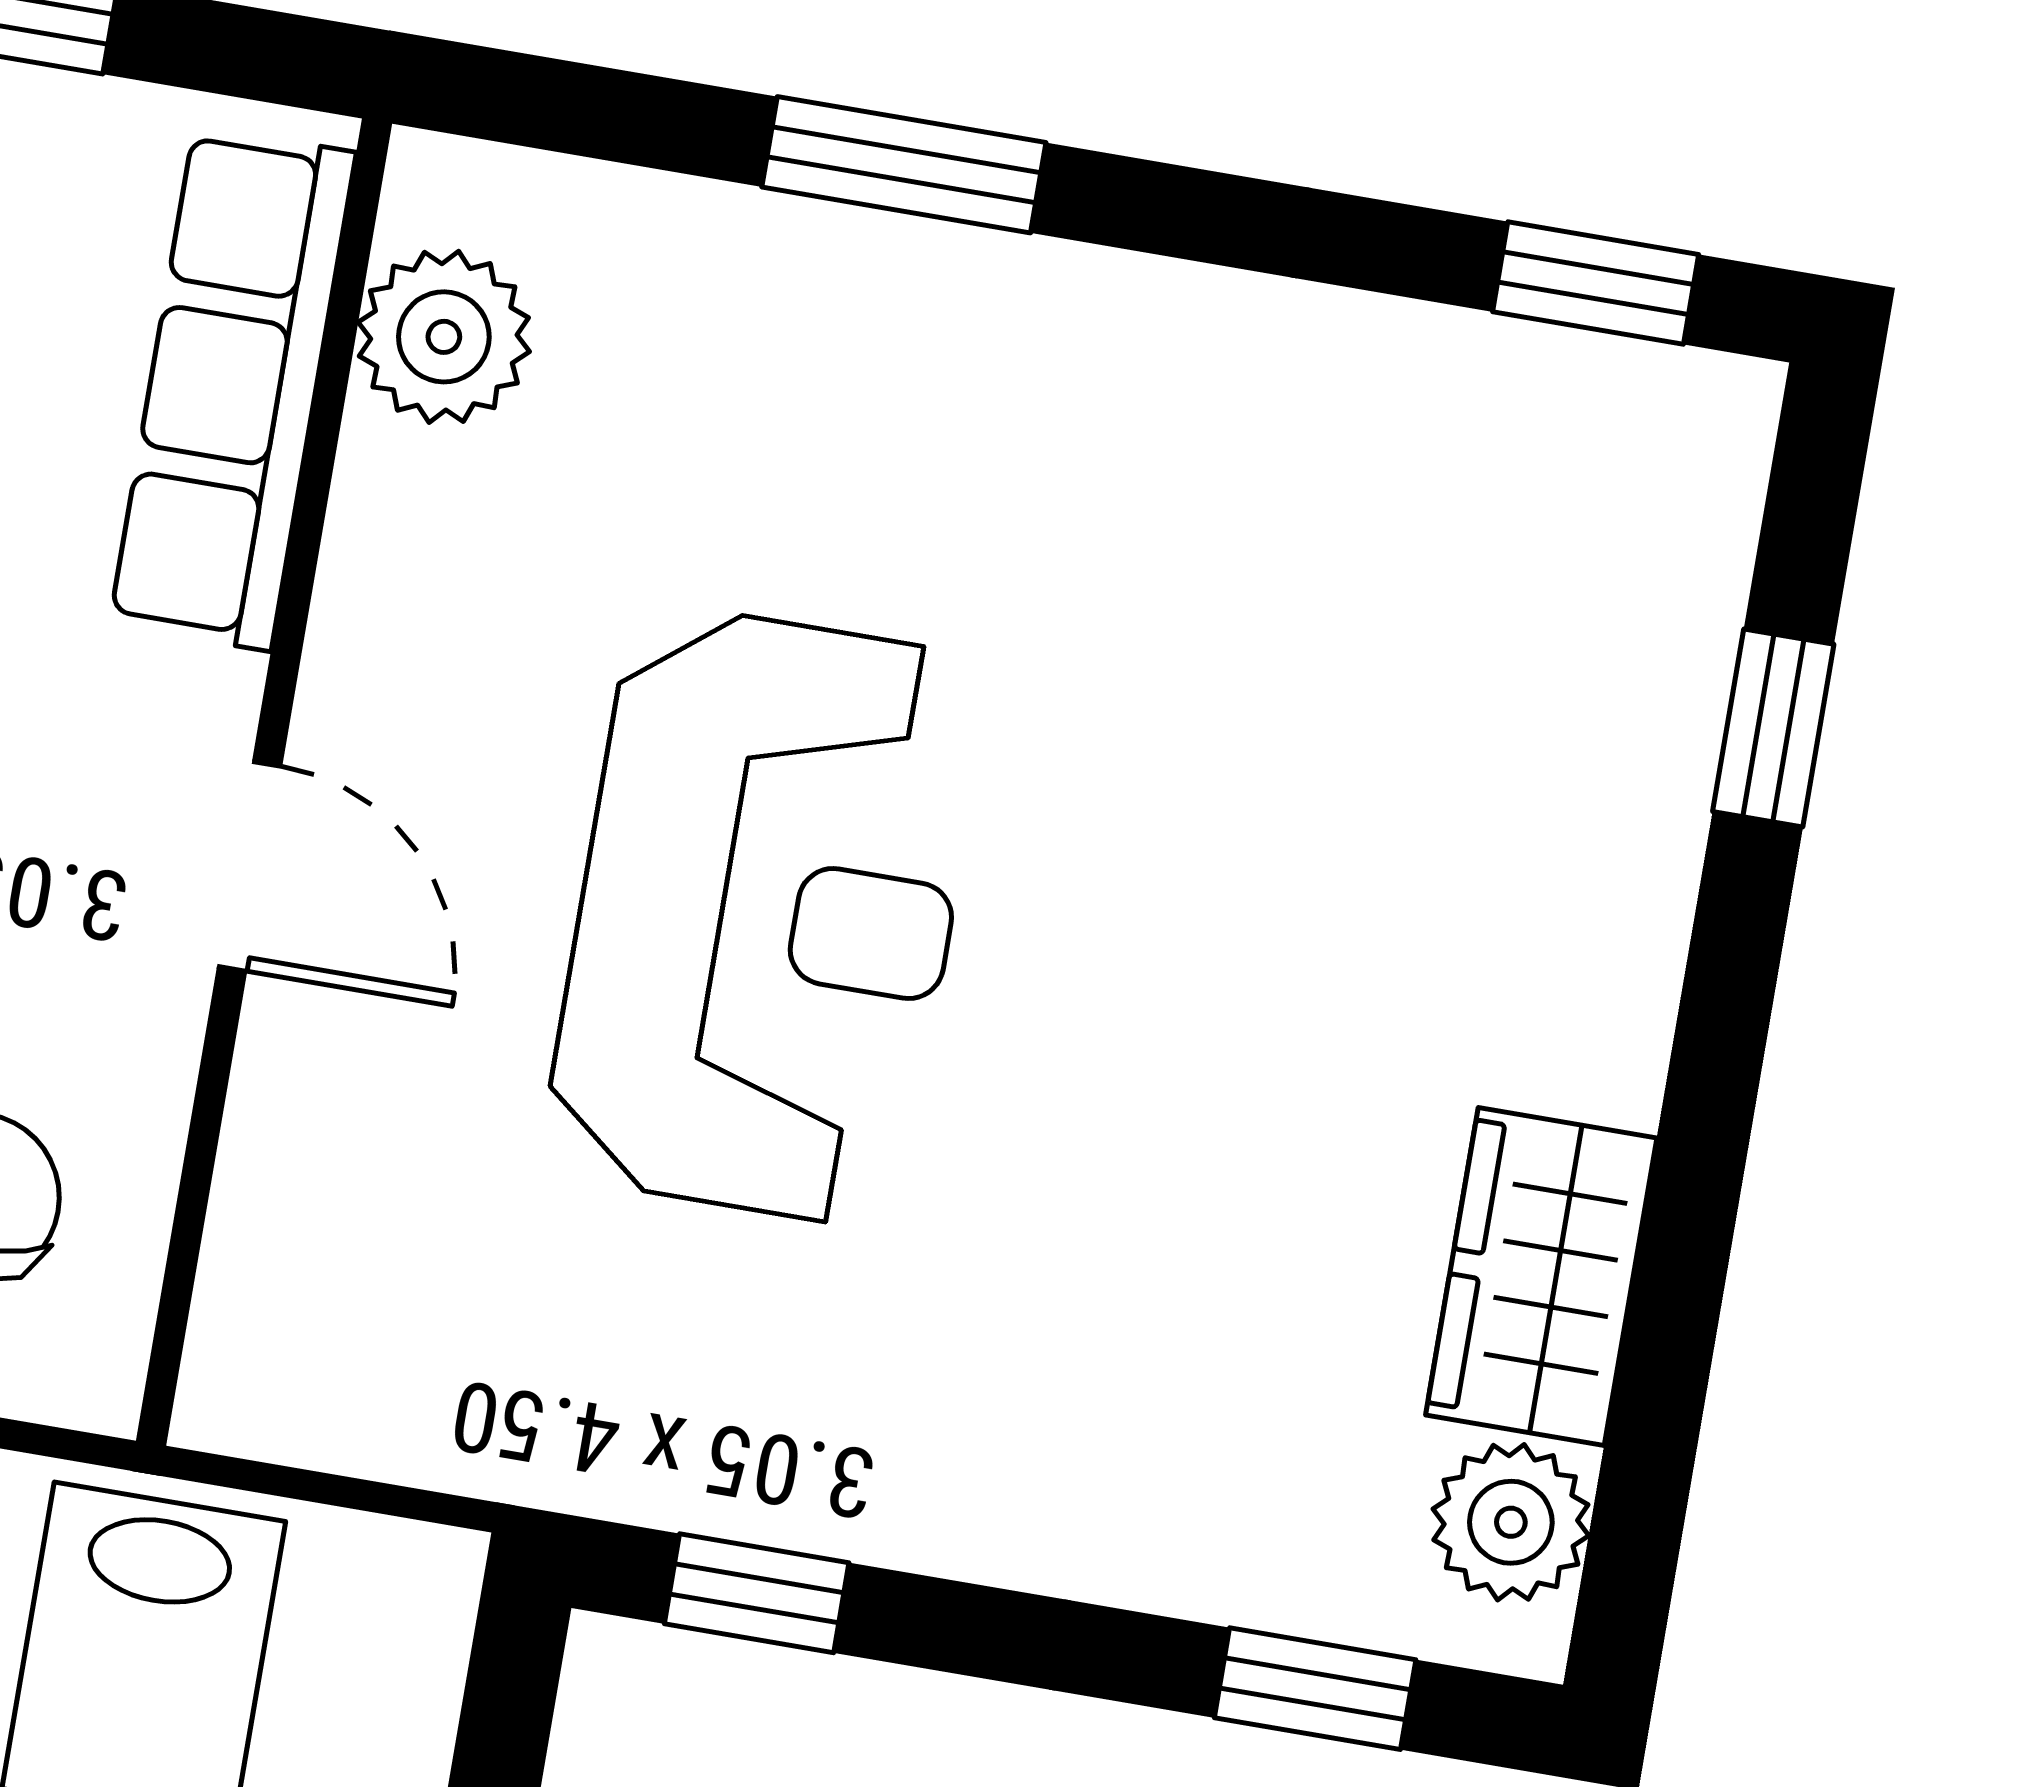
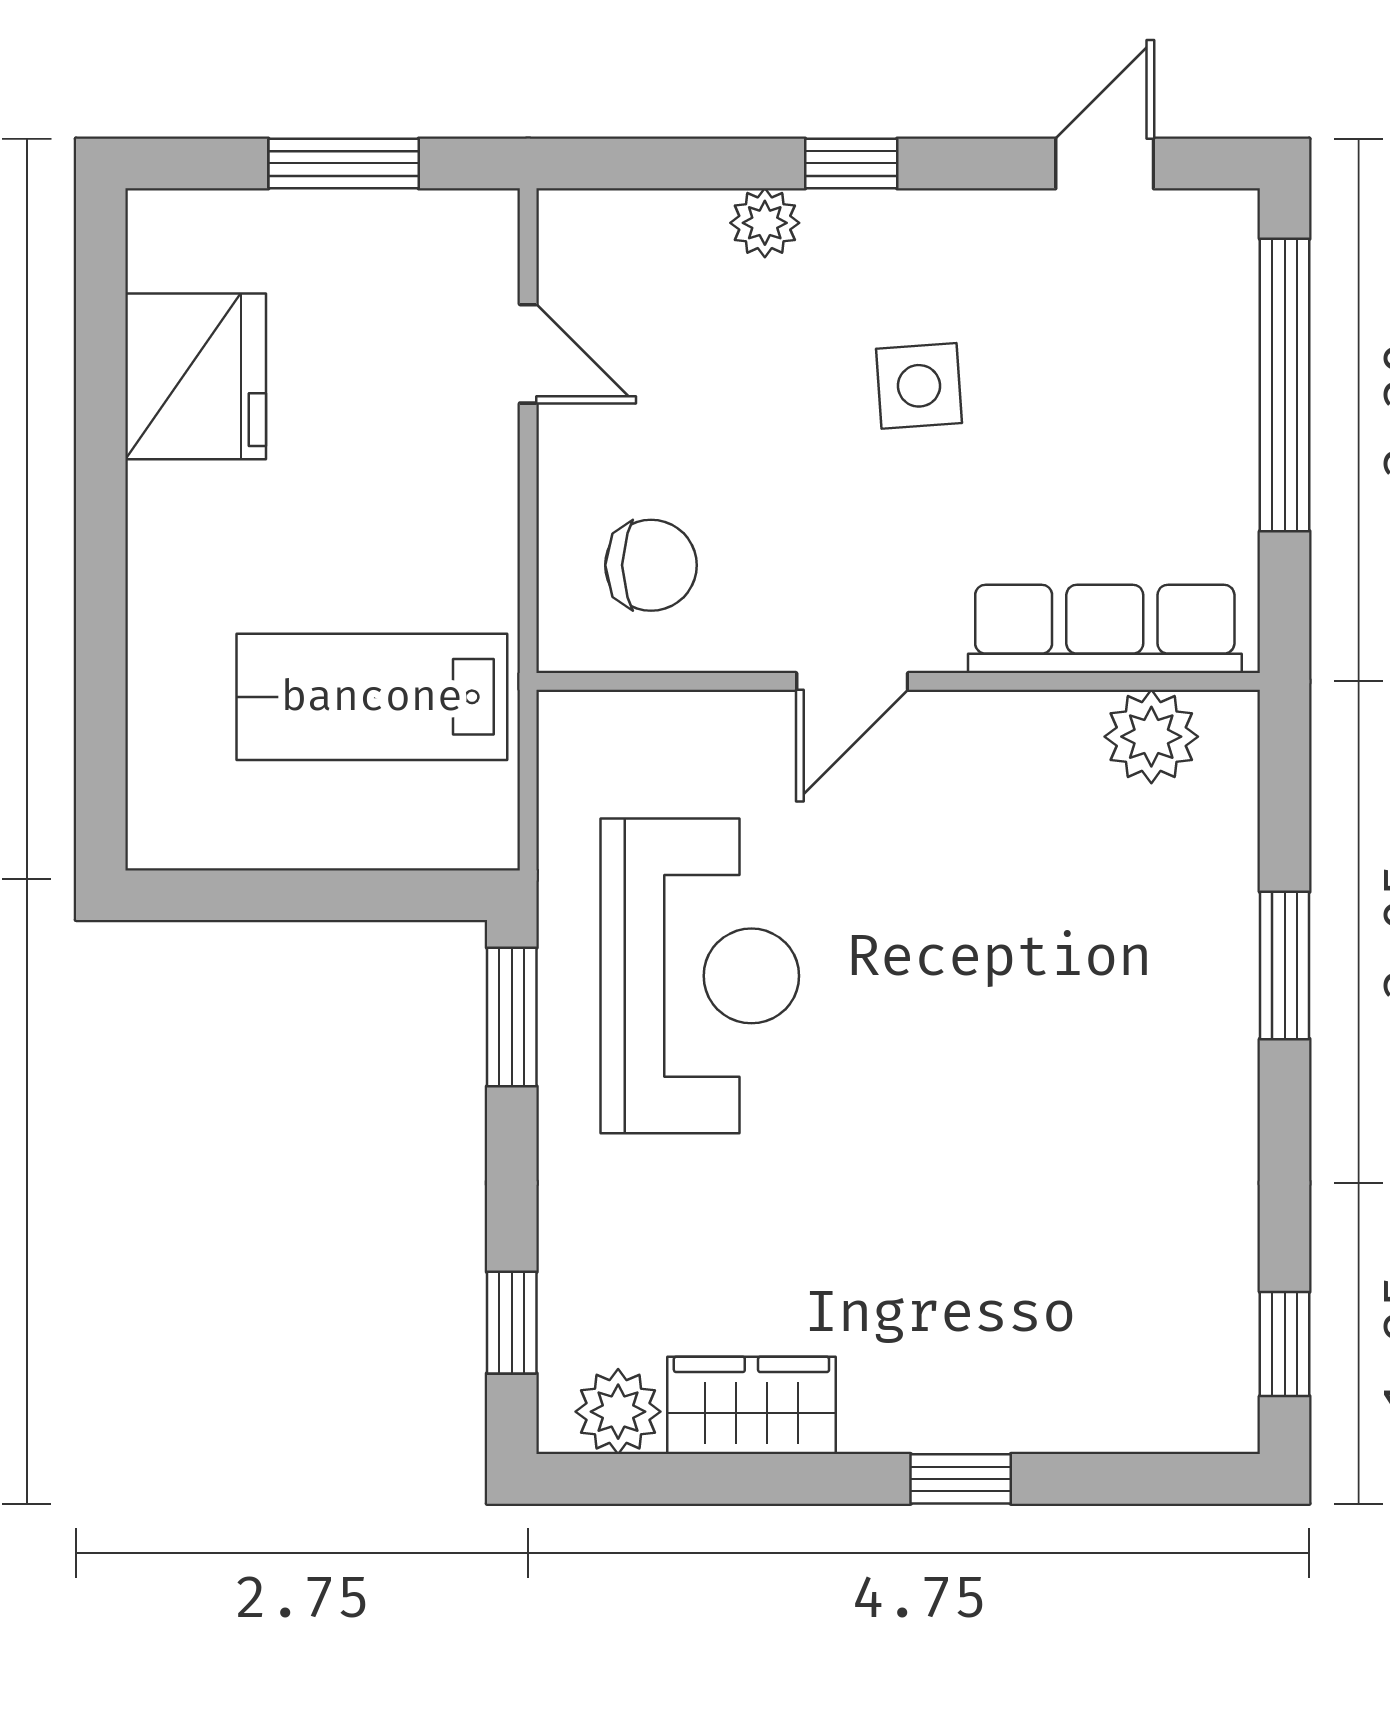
window: (1773, 728) -> (961, 1479), moved
reception desk: (766, 916) -> (700, 976), moved, turned -90
window: (757, 1593) -> (512, 1017), width x1.50

